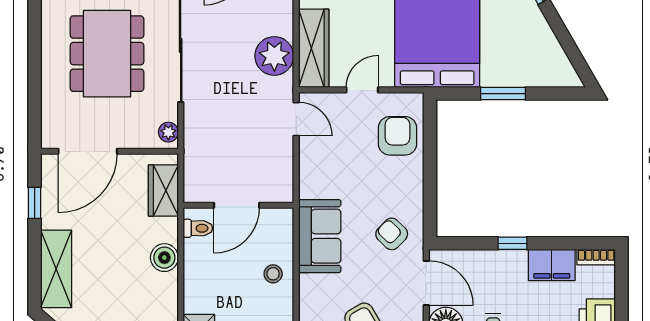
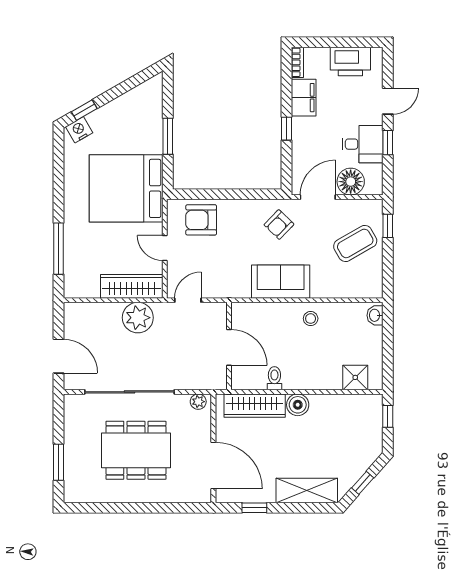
wardrobe: (163, 190) -> (255, 406), width x1.50
door: (237, 205) -> (229, 347), moved
wall: (238, 205) -> (229, 346), moved

